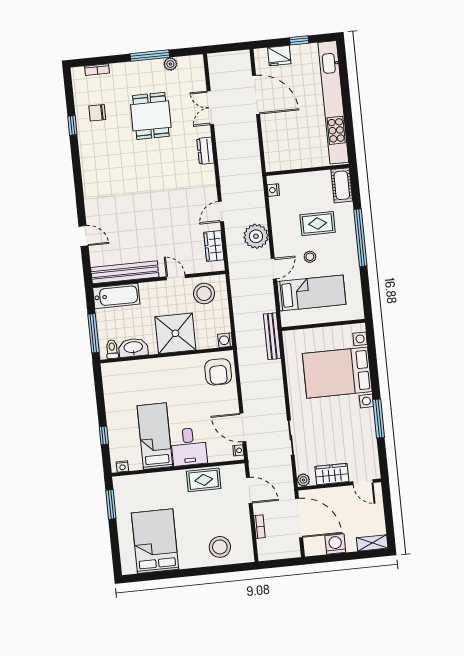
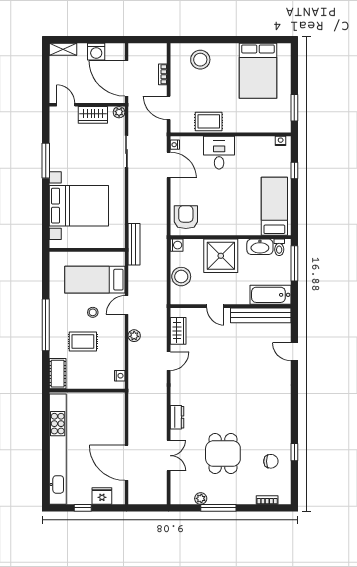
plant: (256, 236) -> (134, 336), width x0.53, depth x0.53
stool: (204, 294) -> (181, 277), moved
bed: (155, 436) -> (274, 206), moved, turned 180

